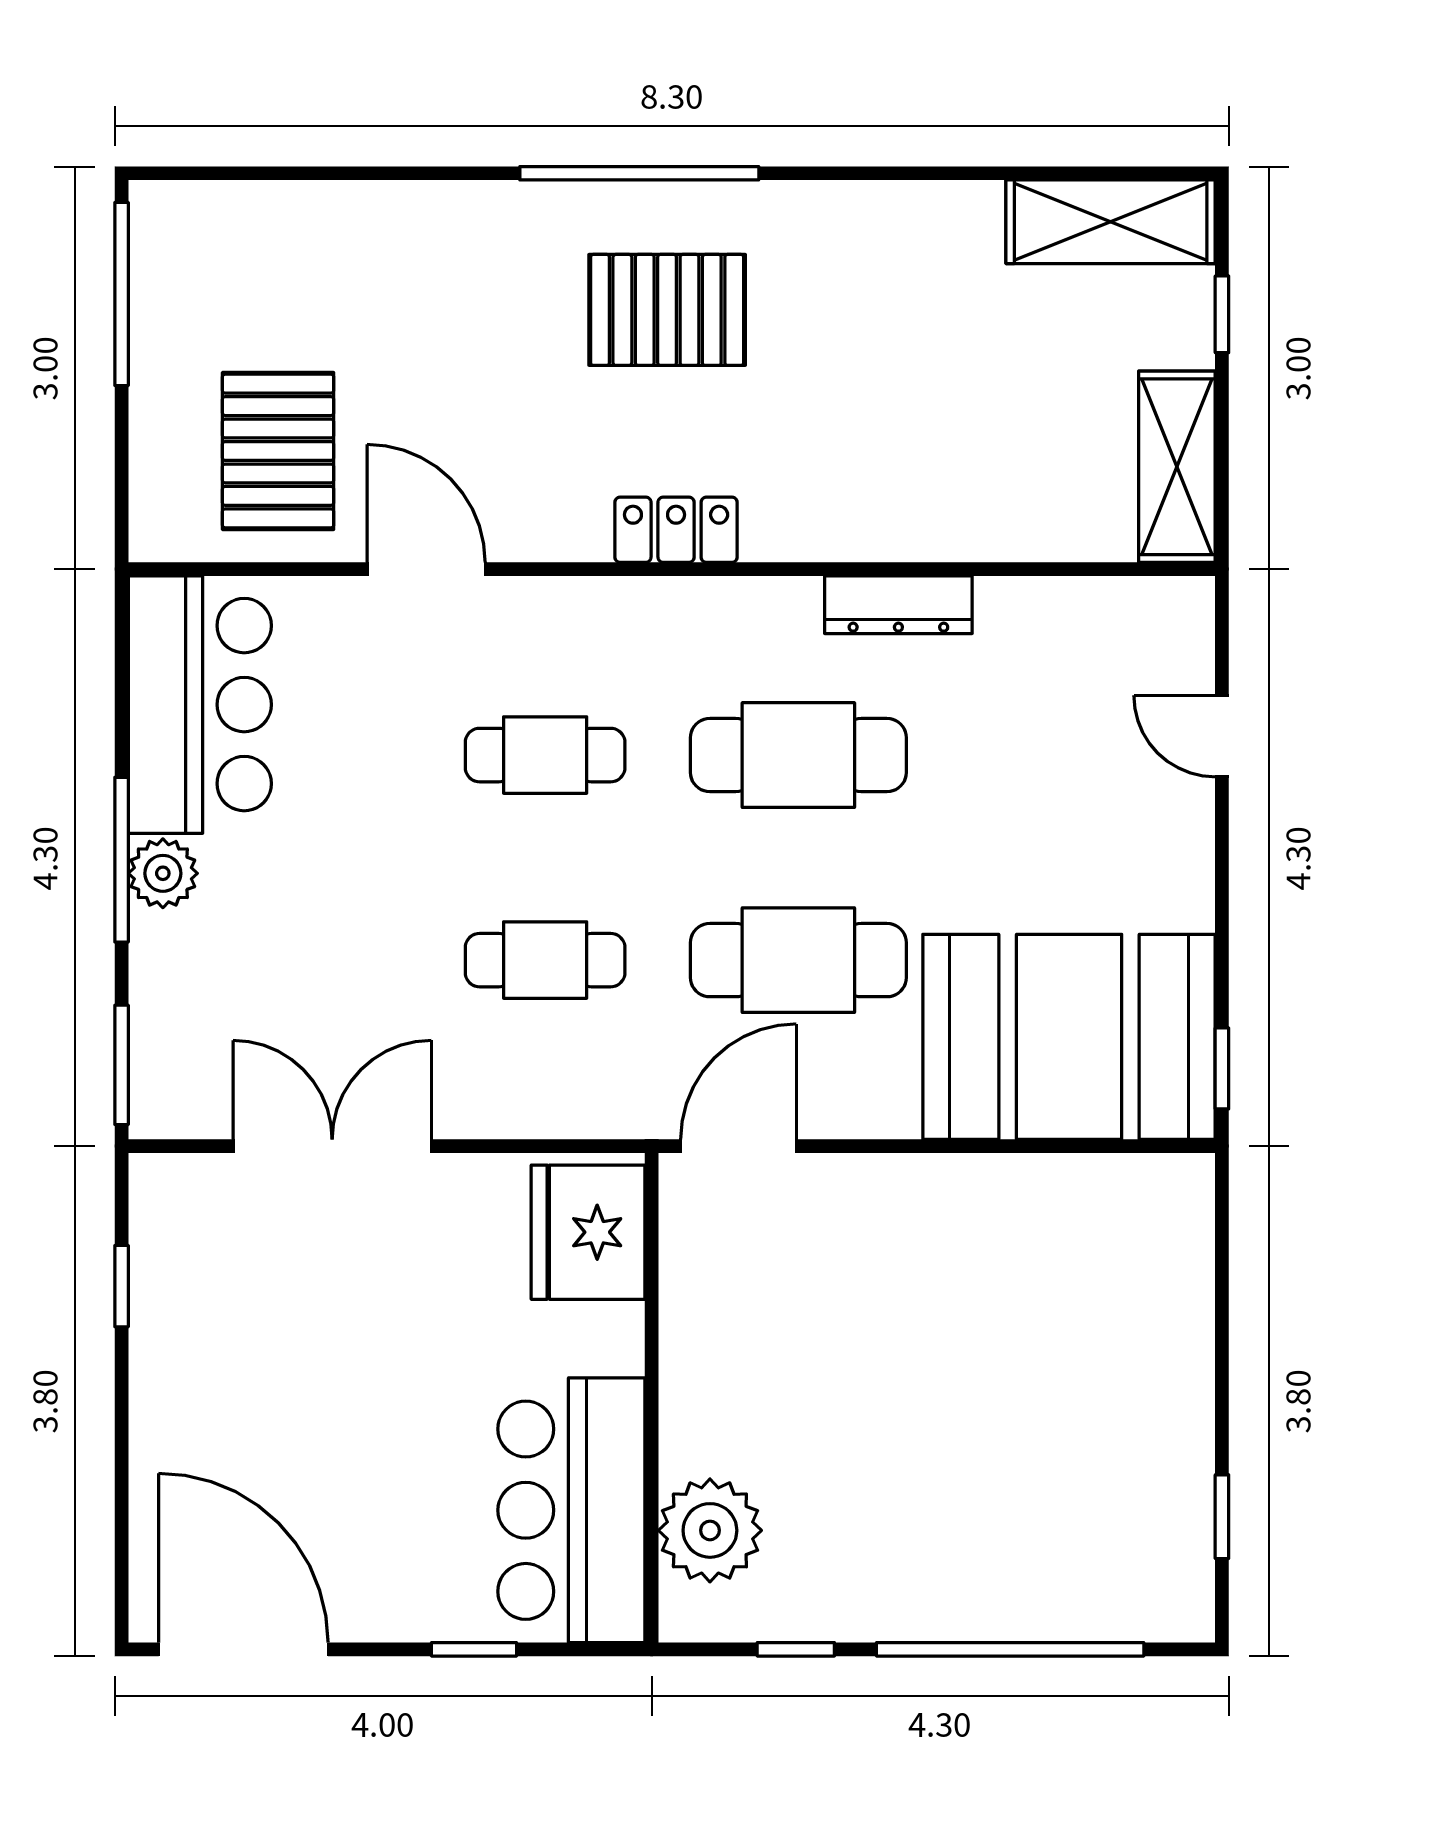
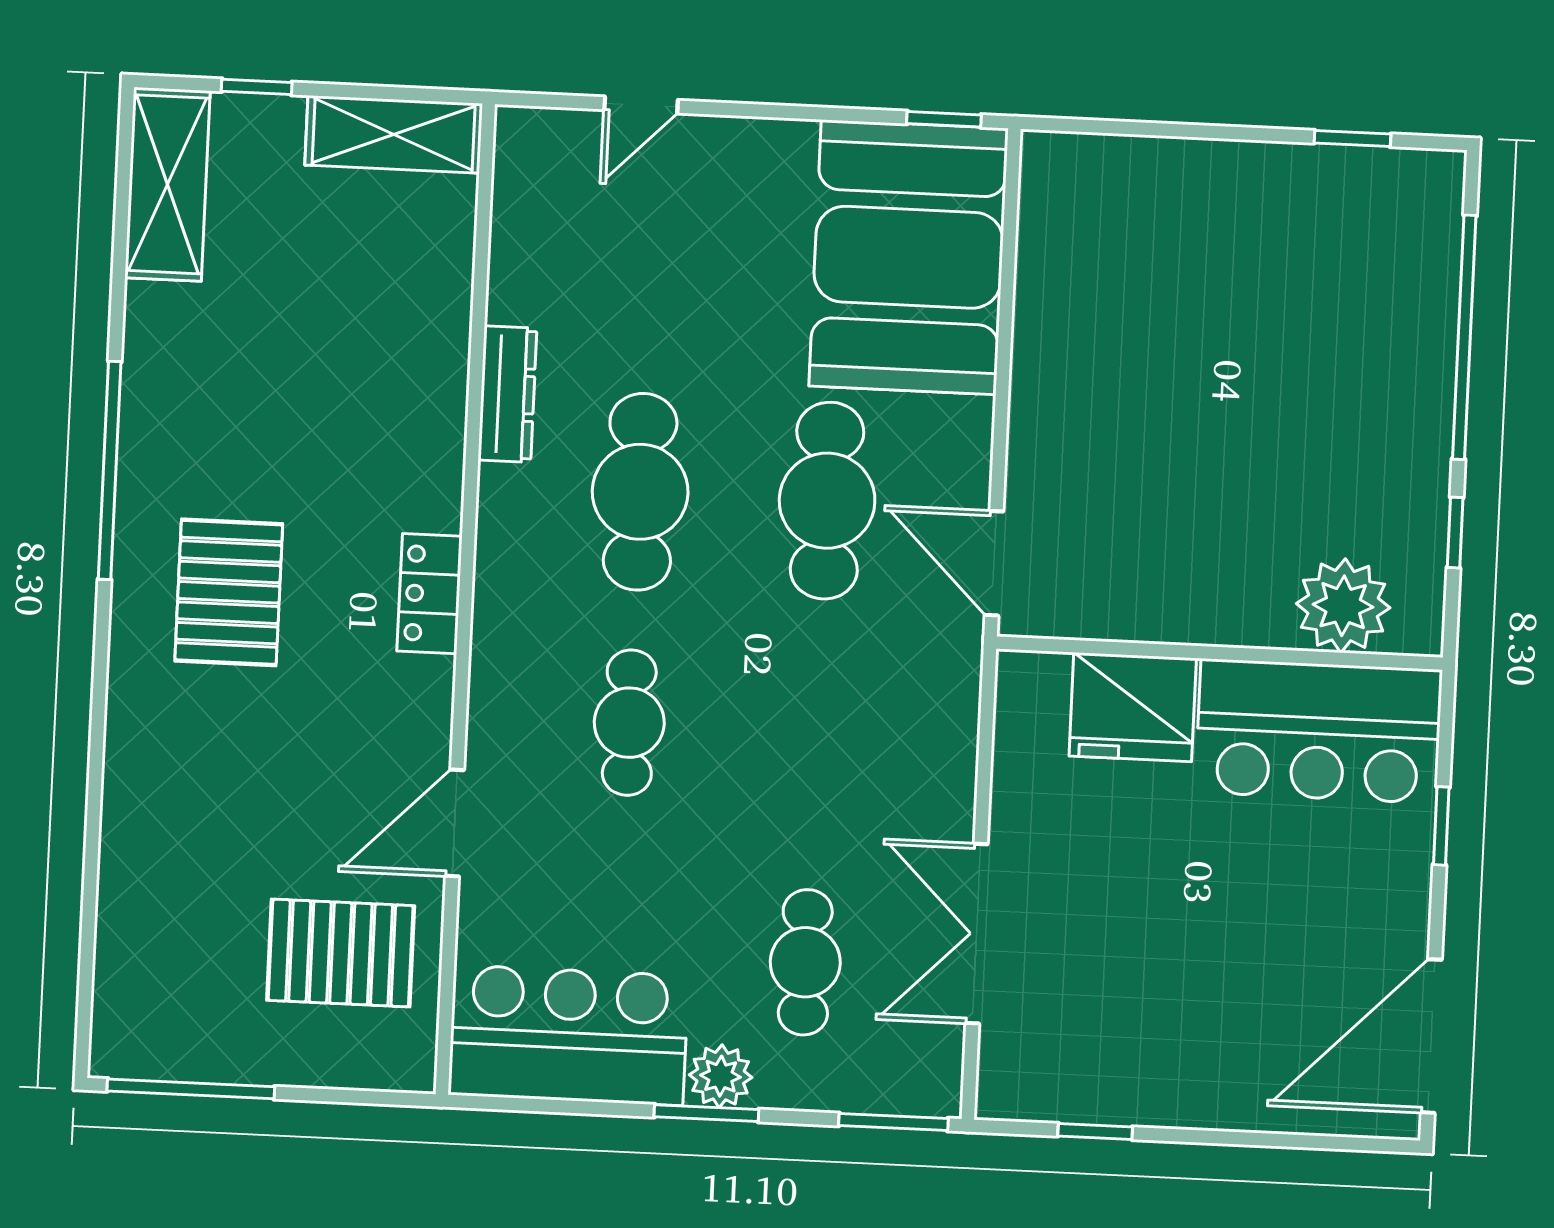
window: (639, 173) -> (110, 470), moved
window: (122, 860) -> (706, 1113), width x0.69
cafe table: (545, 960) -> (805, 962), moved
fridge: (588, 1232) -> (1133, 707), moved

